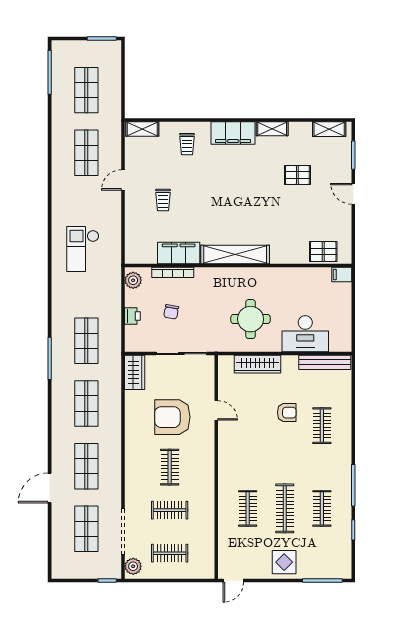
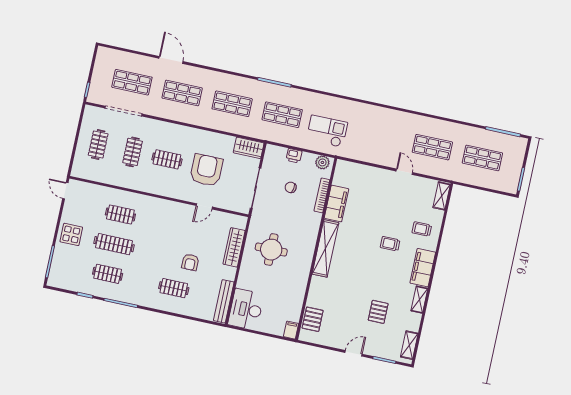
trolley: (163, 200) -> (390, 244), moved
checkout: (83, 249) -> (327, 131), moved
desk: (305, 334) -> (246, 309), moved
plant: (133, 566) -> (94, 113), removed

